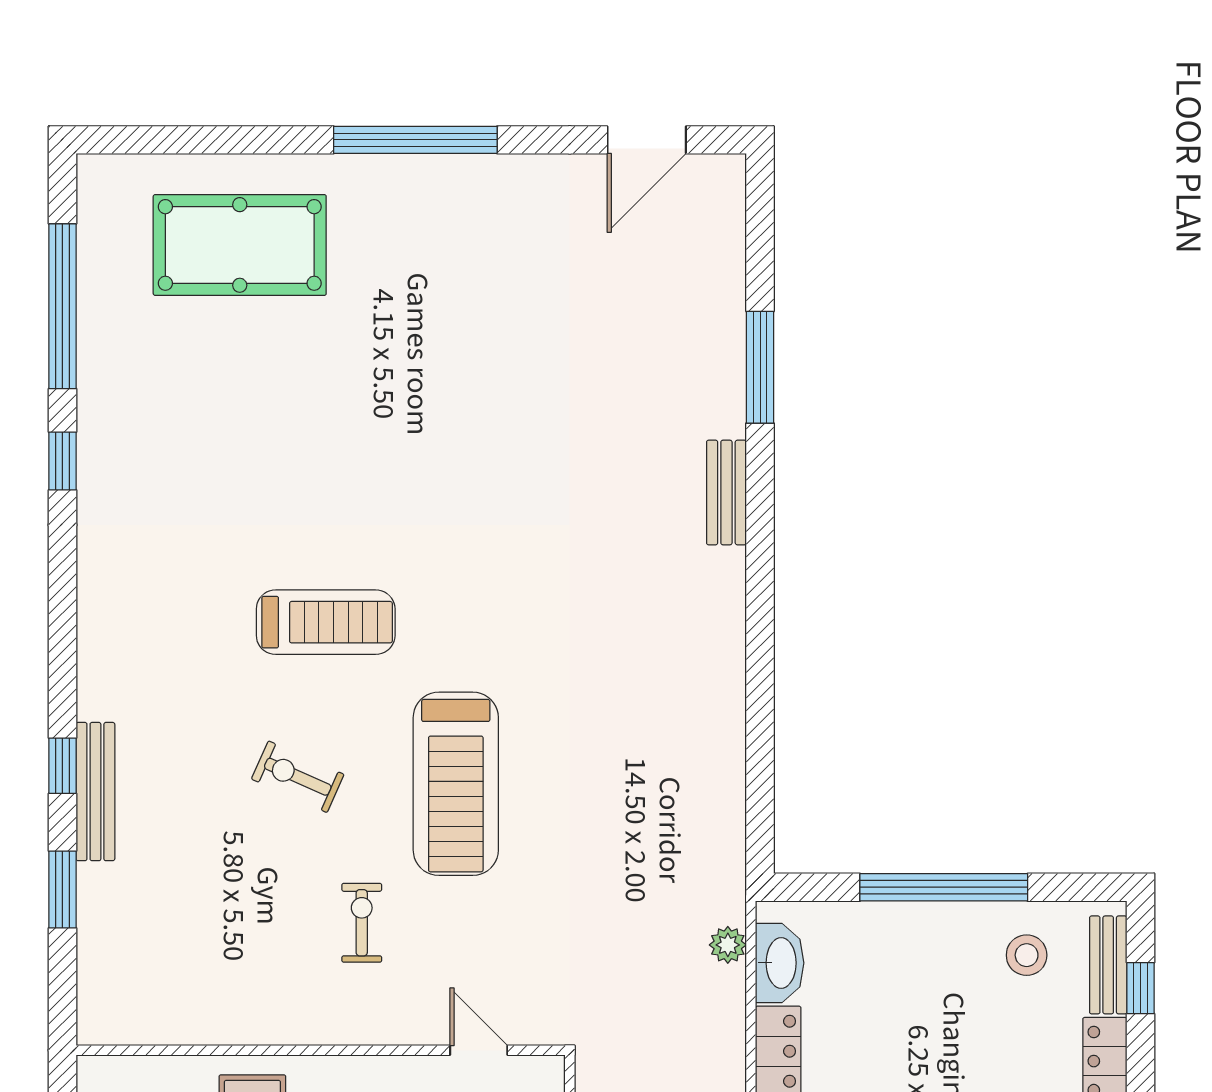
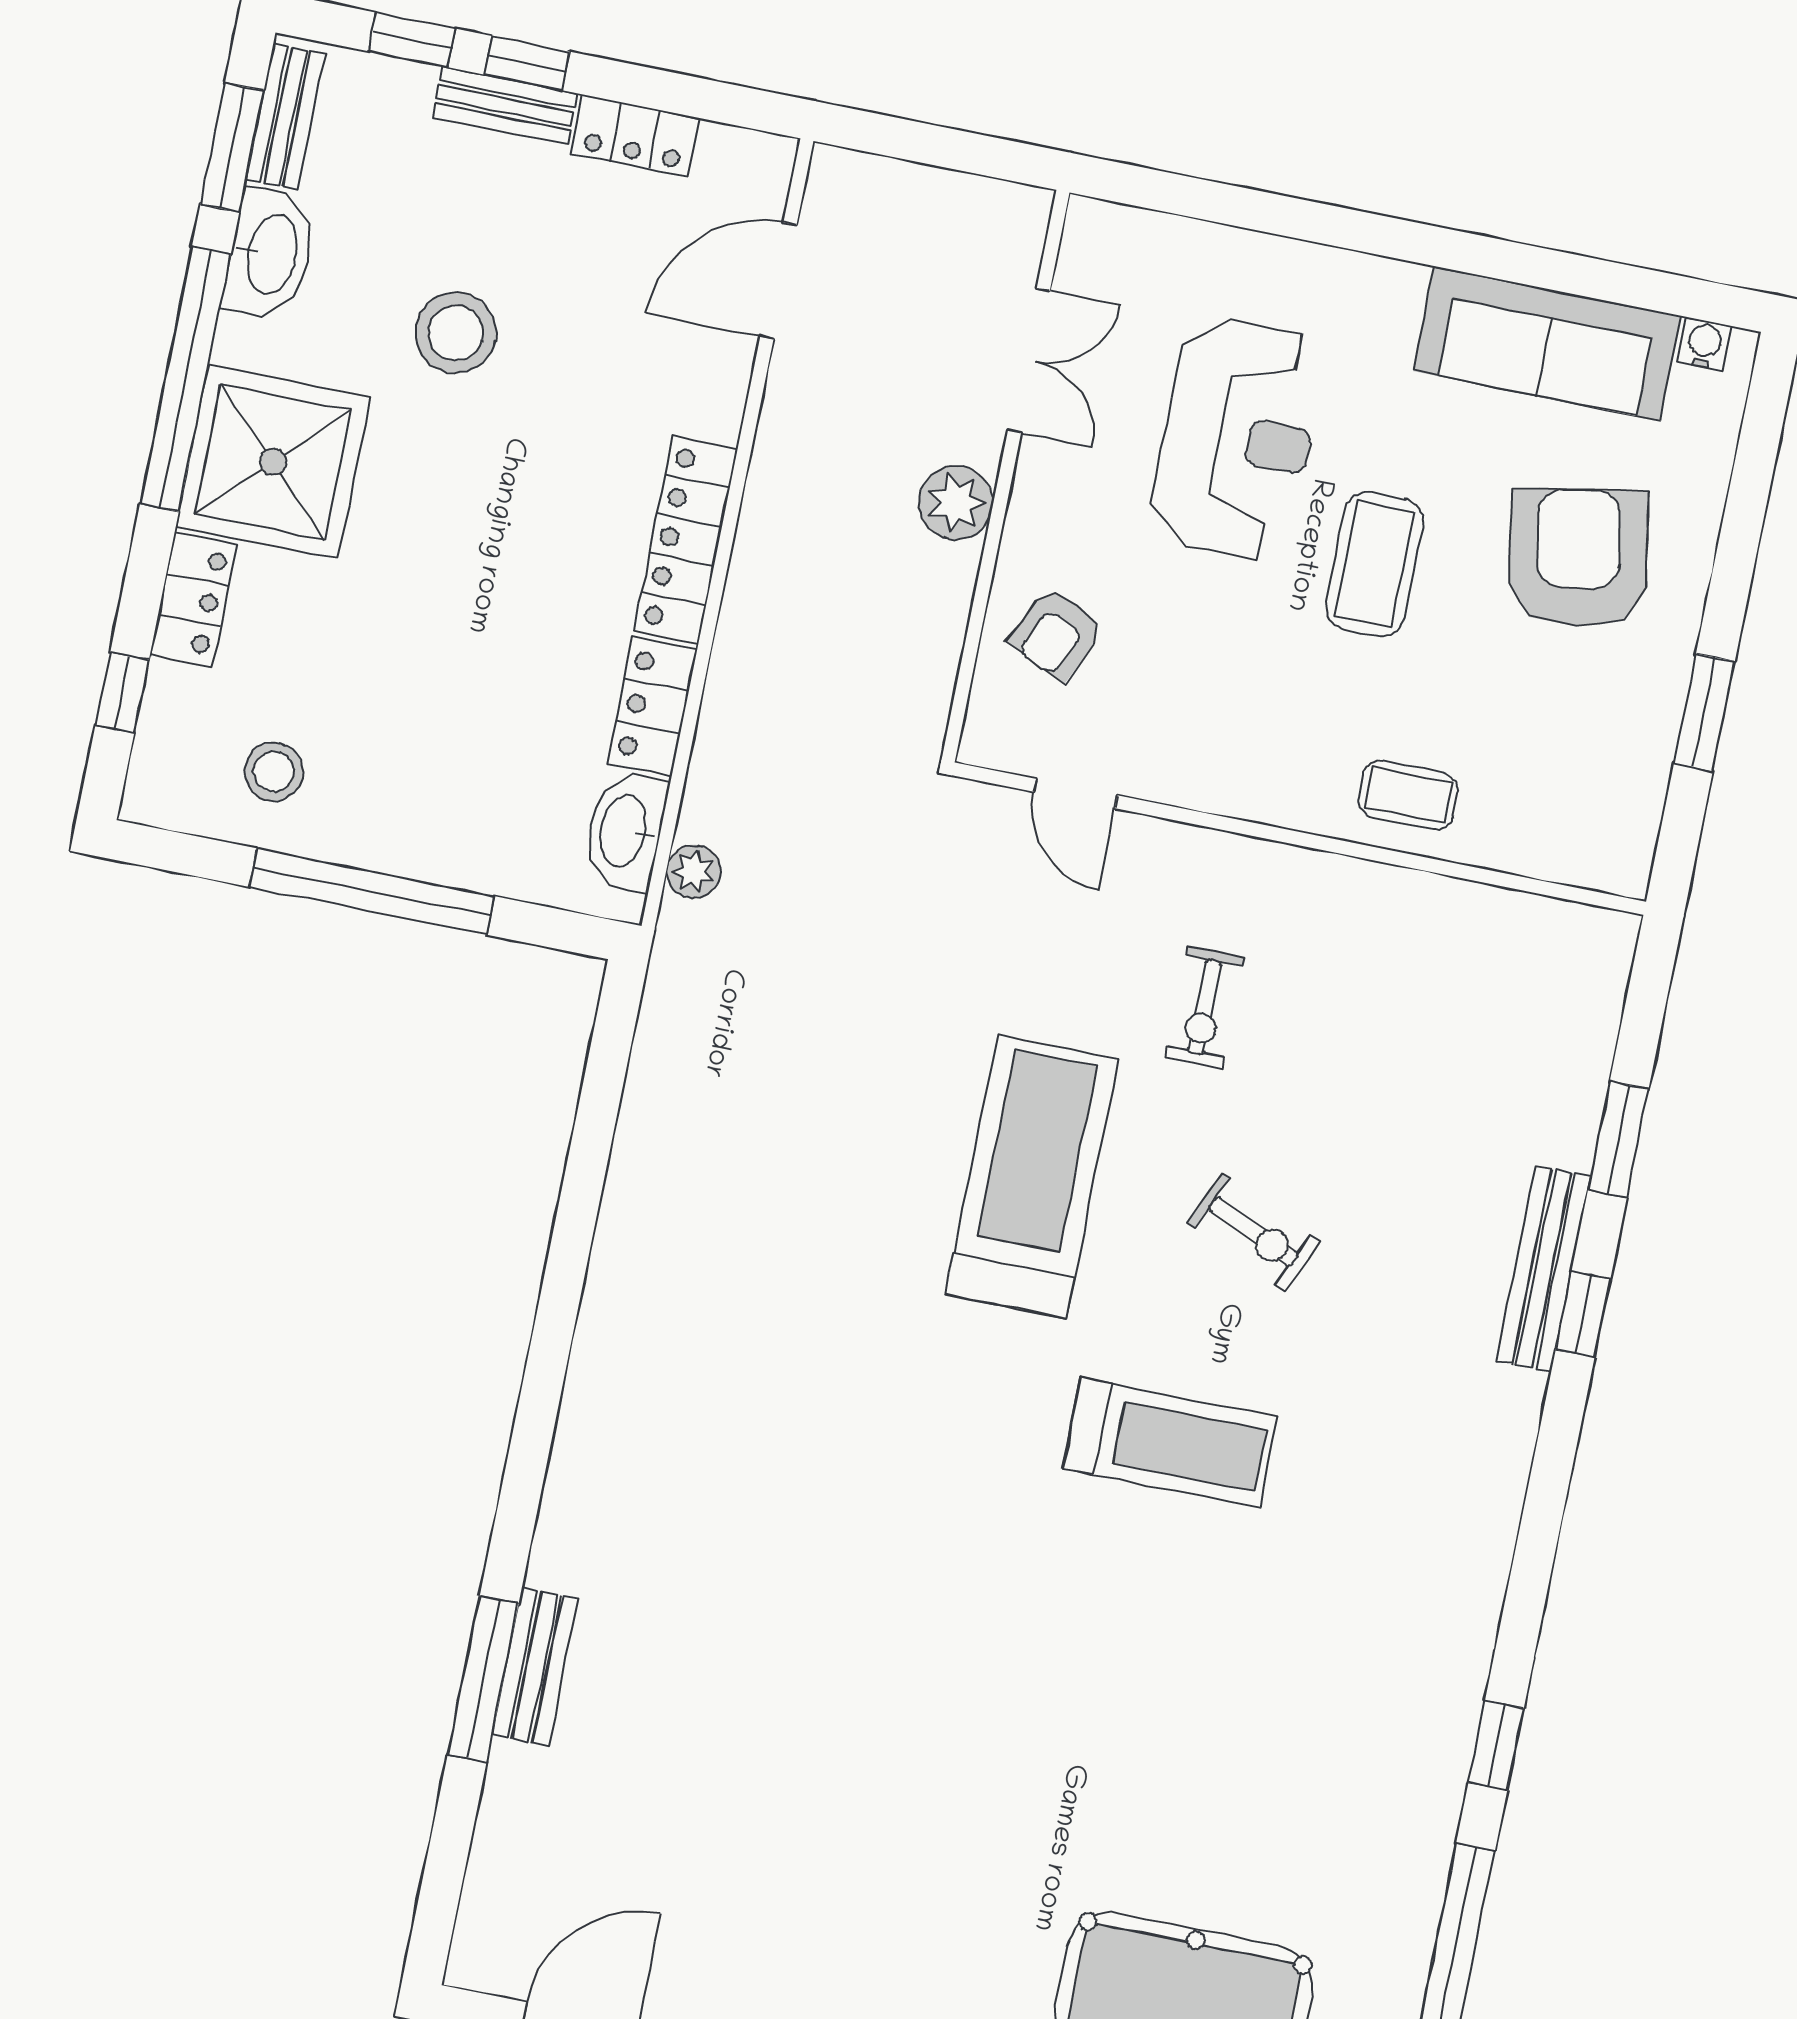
bench: (726, 493) -> (535, 1667), moved
treadmill: (326, 622) -> (1170, 1442), turned 180
bench: (1108, 965) -> (161, 735), removed

